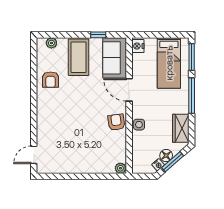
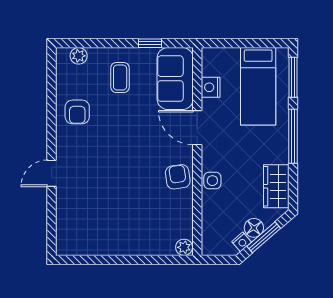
nightstand: (138, 46) -> (211, 87), moved
coffee table: (79, 57) -> (120, 78), width x0.54, depth x0.58
door: (34, 155) -> (52, 173), moved

